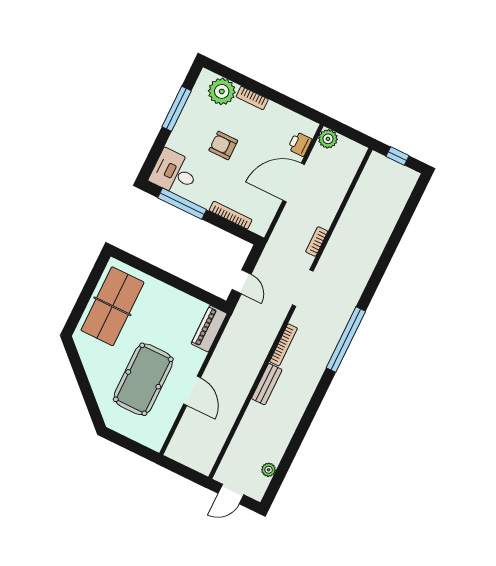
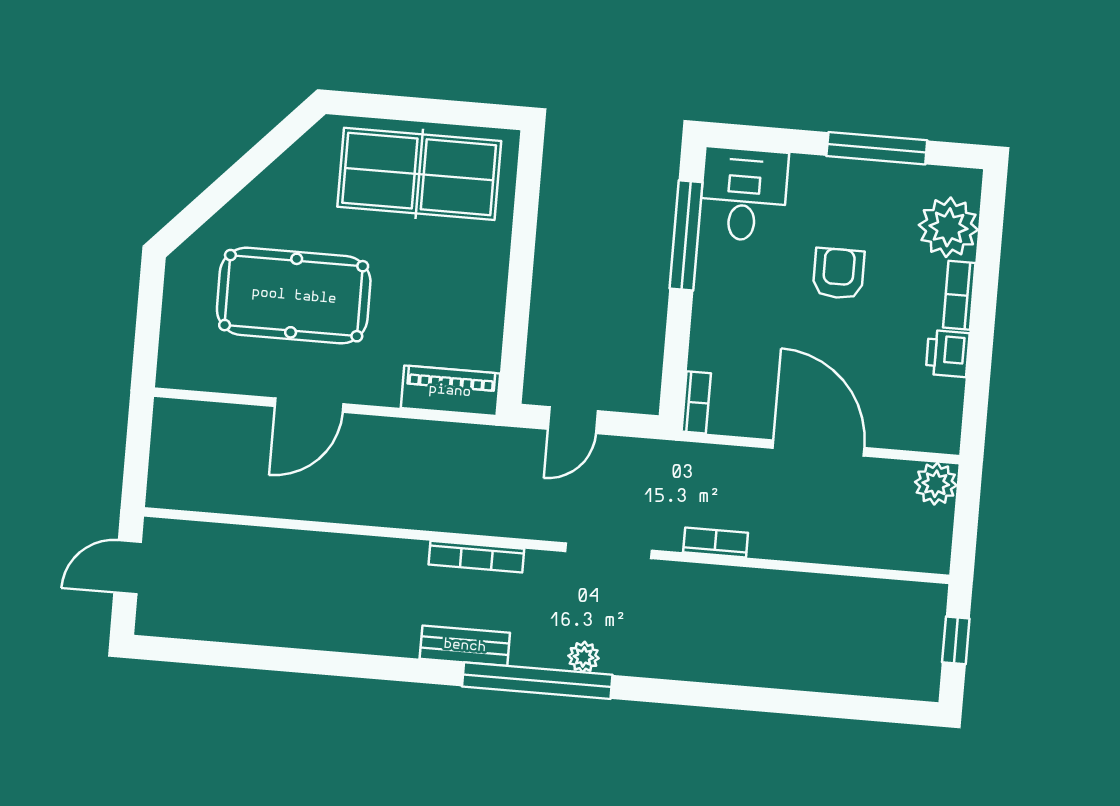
printer: (300, 144) -> (948, 354), moved, turned -90
bookcase: (231, 215) -> (696, 402), moved, width x0.64
bench: (267, 384) -> (465, 646), moved
plant: (269, 470) -> (584, 657), moved
door: (231, 494) -> (128, 567), hinge flipped

